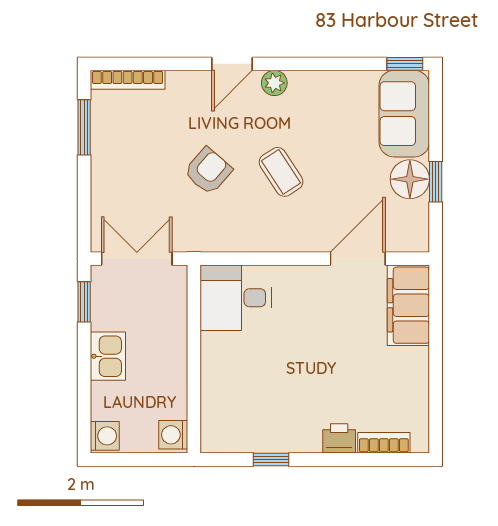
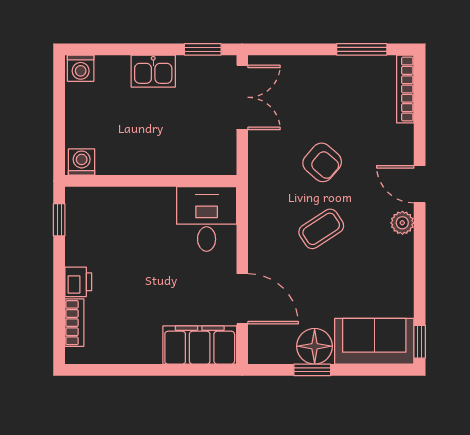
desk: (236, 298) -> (207, 219), moved
wall: (194, 359) -> (151, 181), moved
washing machine: (173, 435) -> (82, 162), moved

